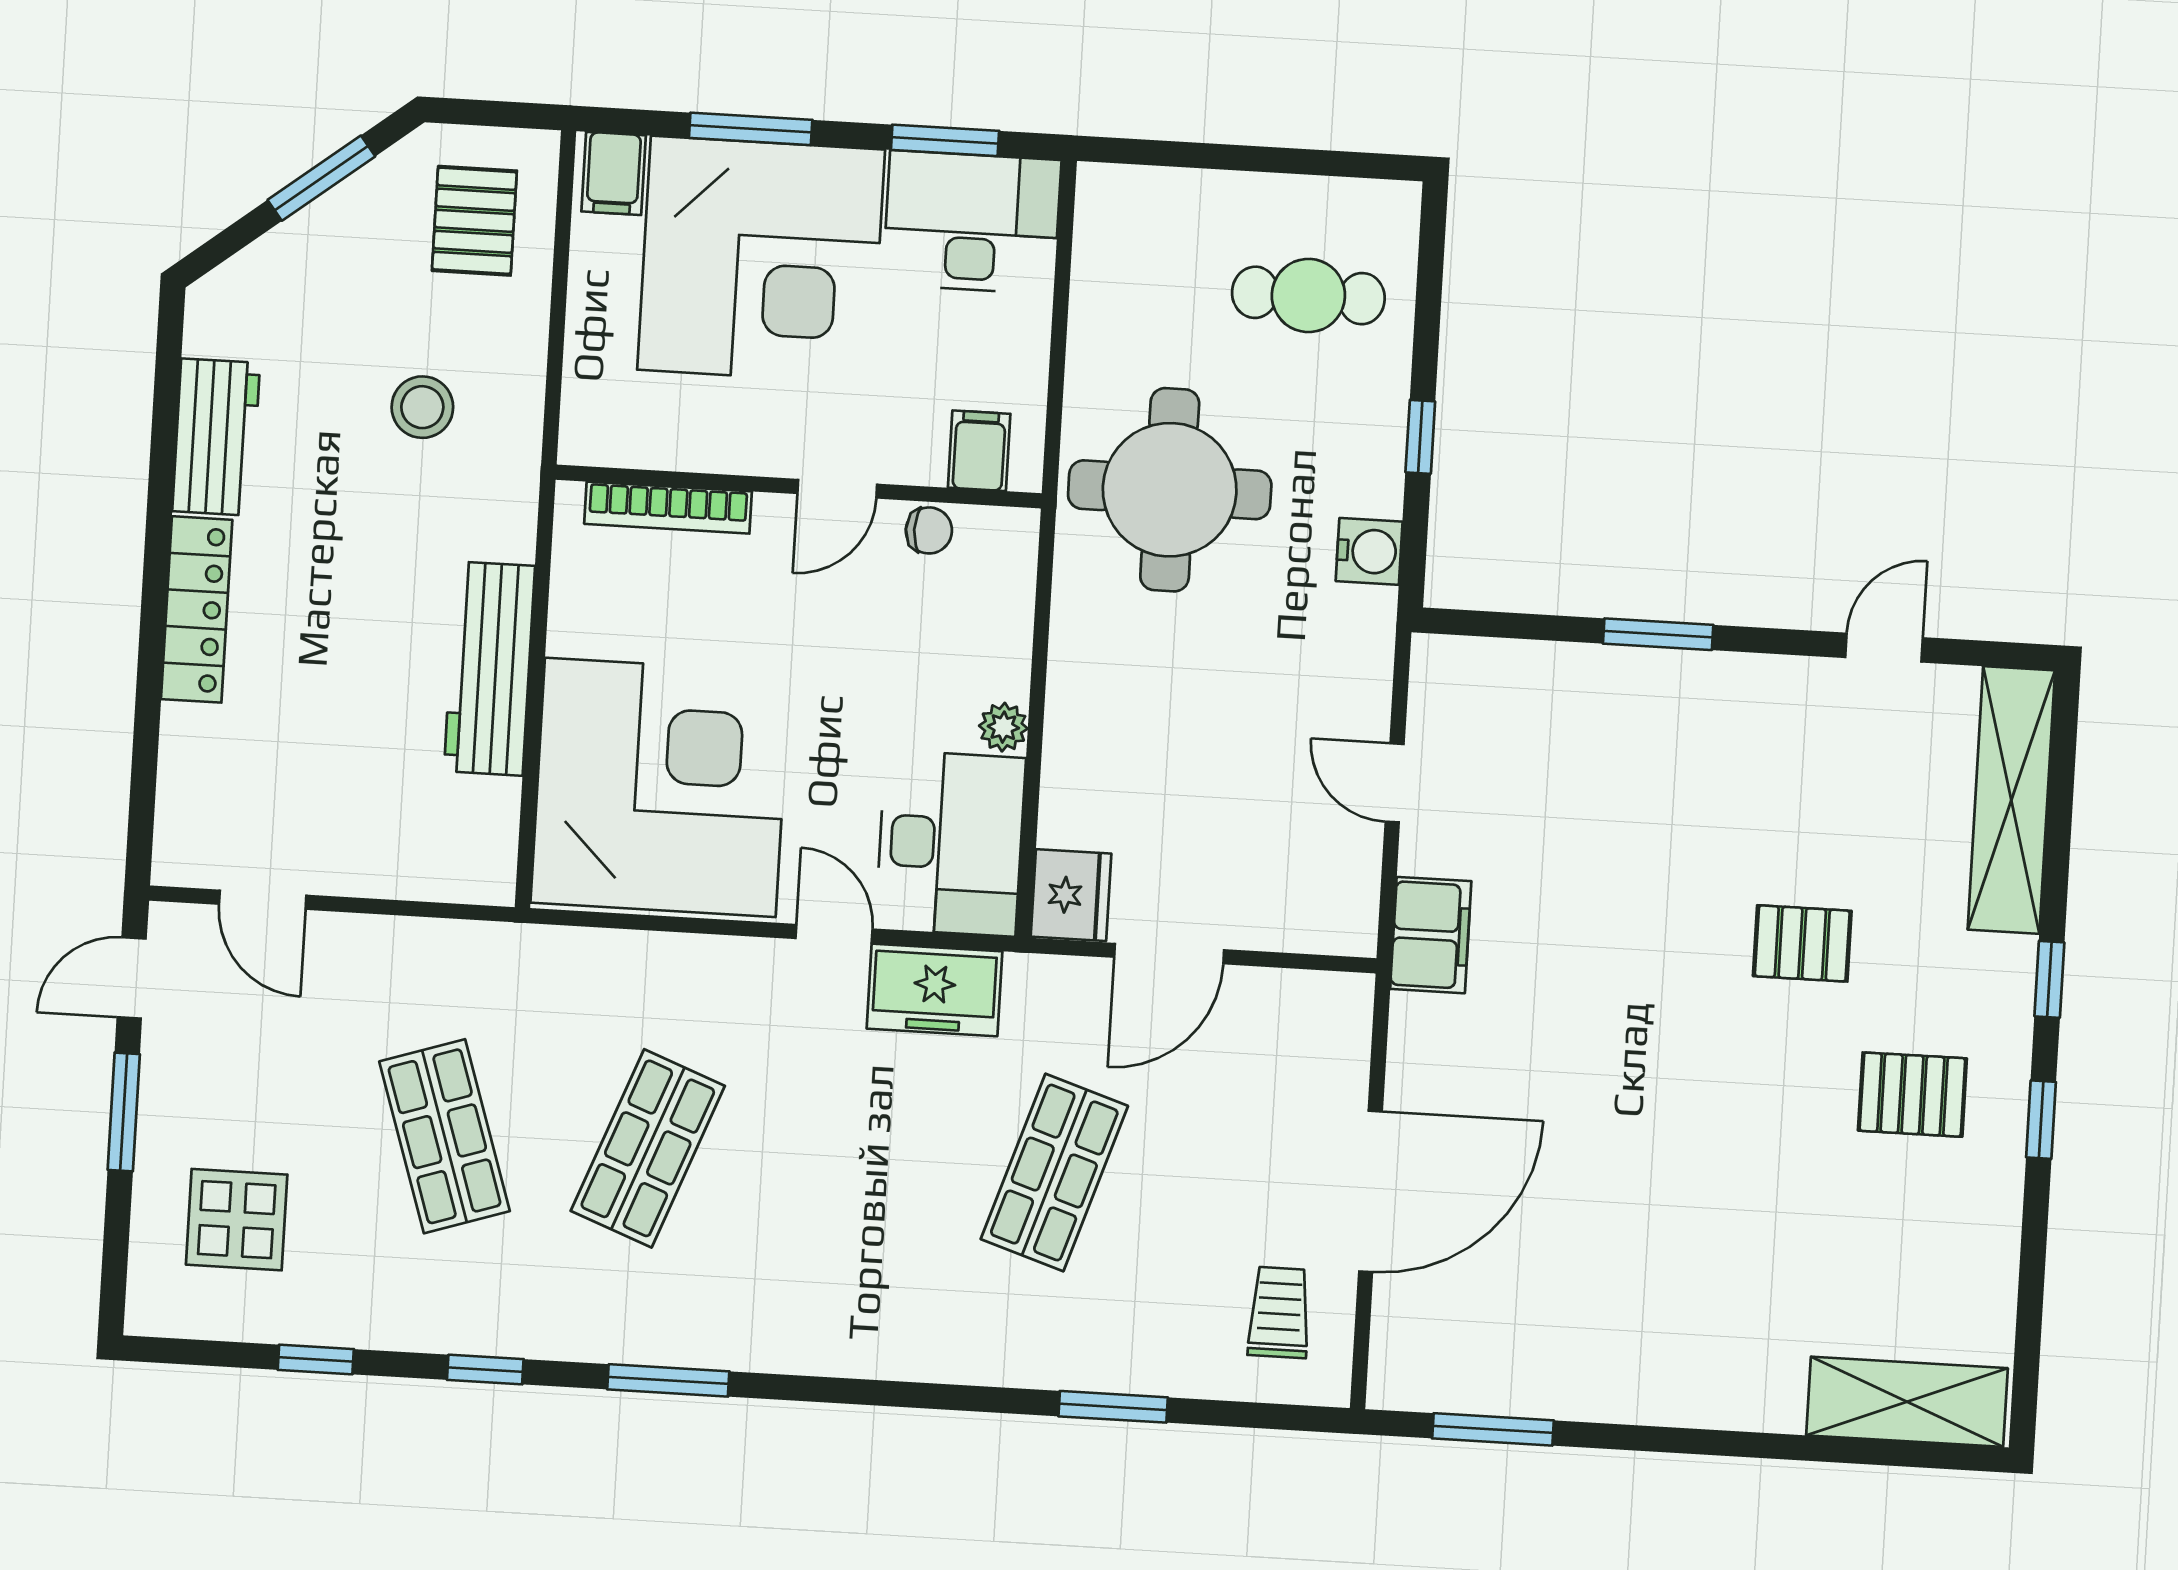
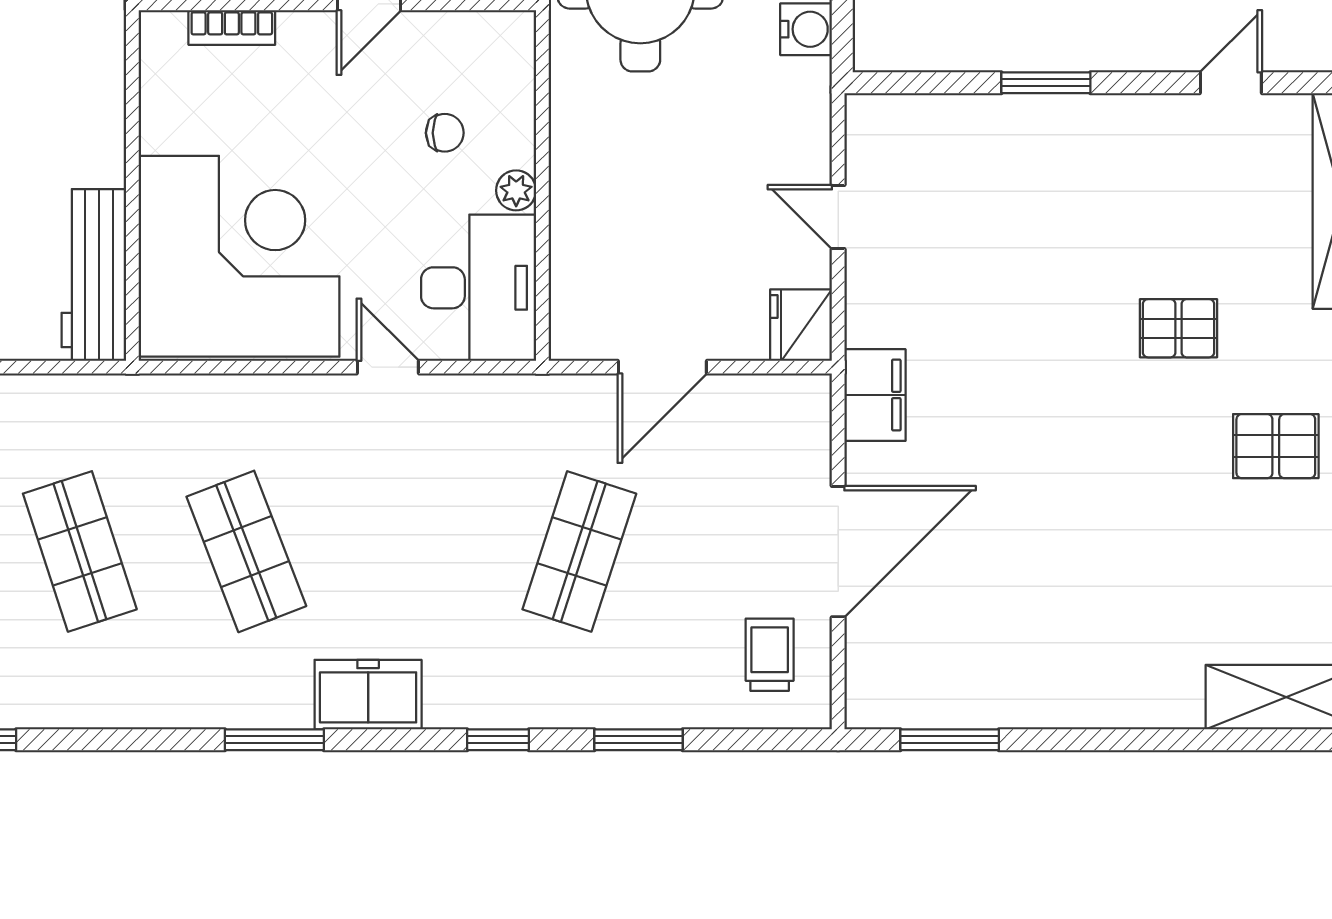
bookcase: (668, 508) -> (232, 28), width x0.64
chair: (929, 530) -> (445, 133), moved
workbench: (489, 669) -> (94, 275), moved
fridge: (1071, 895) -> (801, 325), moved, turned 180
filing cabinet: (1431, 935) -> (875, 395), moved
freezer: (934, 990) -> (368, 695), moved, turned 180
shop shelf: (648, 1148) -> (246, 551), turned -42
window: (485, 1370) -> (498, 740), moved

